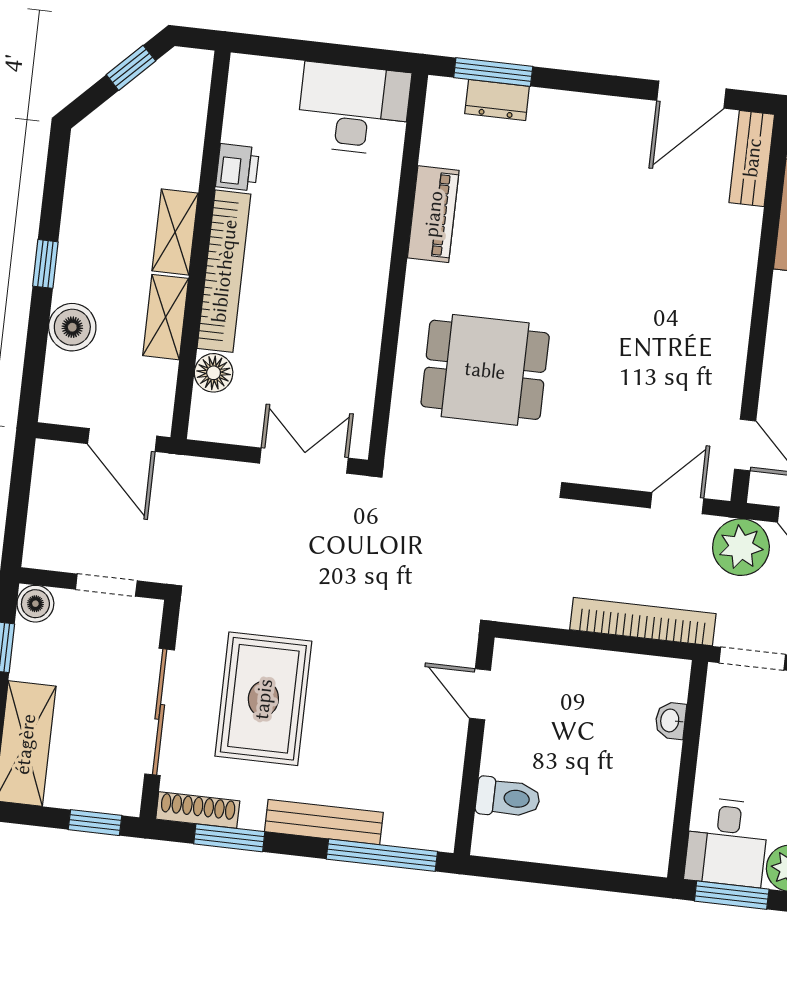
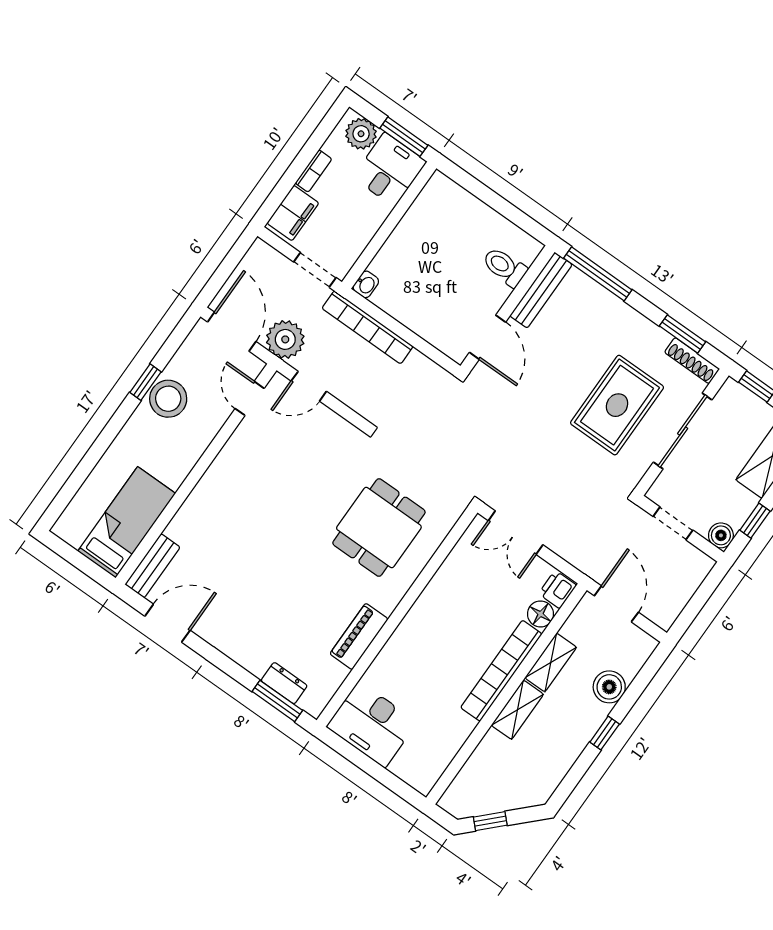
printer: (238, 167) -> (557, 589), moved
dining table: (485, 370) -> (379, 527), turned 90
door: (480, 694) -> (487, 337), width x1.37
washbasin: (671, 721) -> (366, 284), moved
bench: (324, 822) -> (541, 290), moved, turned 90

